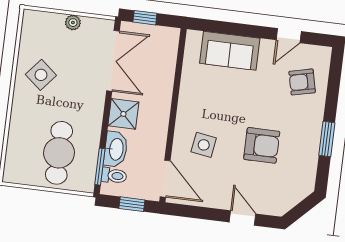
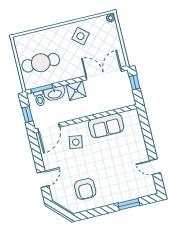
plant: (73, 23) -> (111, 18), moved
sofa: (230, 51) -> (106, 126), moved, turned -90
double door: (113, 61) -> (104, 74), swing flipped
armchair: (302, 82) -> (132, 184), removed
window: (327, 139) -> (129, 204), moved
armchair: (262, 145) -> (85, 189), moved

